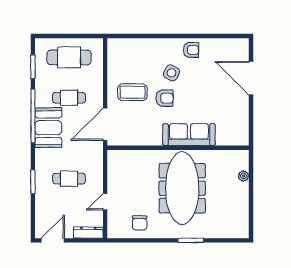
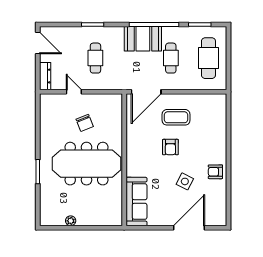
armchair: (191, 50) -> (215, 172), turned 90
side table: (171, 73) -> (185, 181), moved
coffee table: (133, 92) -> (176, 117), turned 90
door: (105, 124) -> (146, 92), swing flipped
sofa: (189, 135) -> (136, 202), moved
plant: (243, 176) -> (71, 221), moved
chair: (140, 223) -> (85, 123), moved, turned -112

